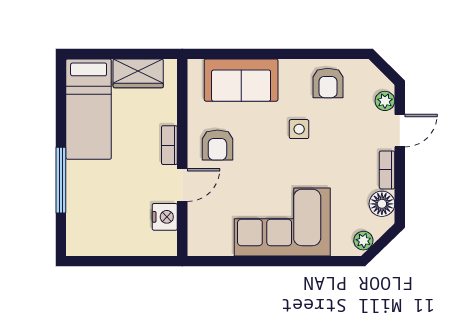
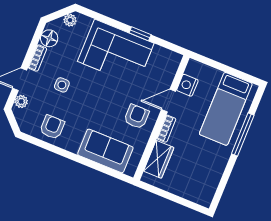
wardrobe: (138, 73) -> (159, 159), moved, turned 90
bed: (89, 109) -> (226, 109), moved, turned 180
side table: (299, 129) -> (62, 85), moved
window: (259, 261) -> (140, 34), added

